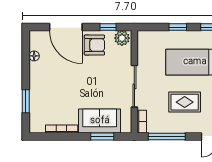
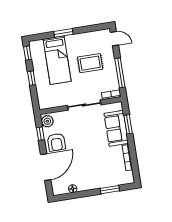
armchair: (94, 45) -> (56, 142), turned 180
rug: (185, 102) -> (90, 63), turned 90

